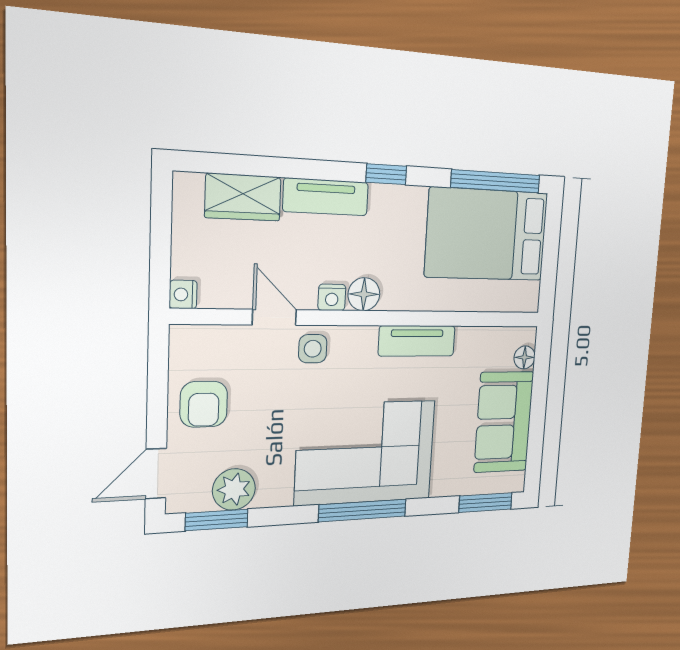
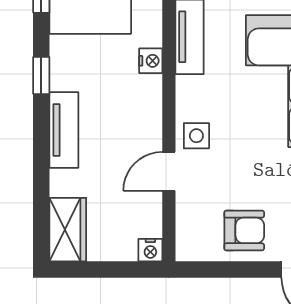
wardrobe: (243, 197) -> (68, 230), moved
floor lamp: (364, 294) -> (147, 91), removed
nightstand: (332, 297) -> (151, 61), moved

